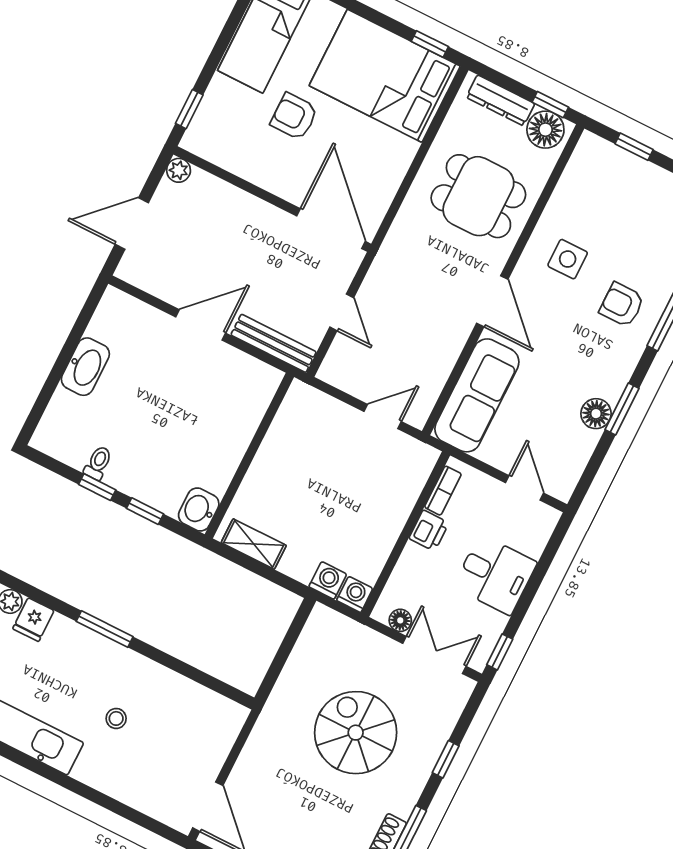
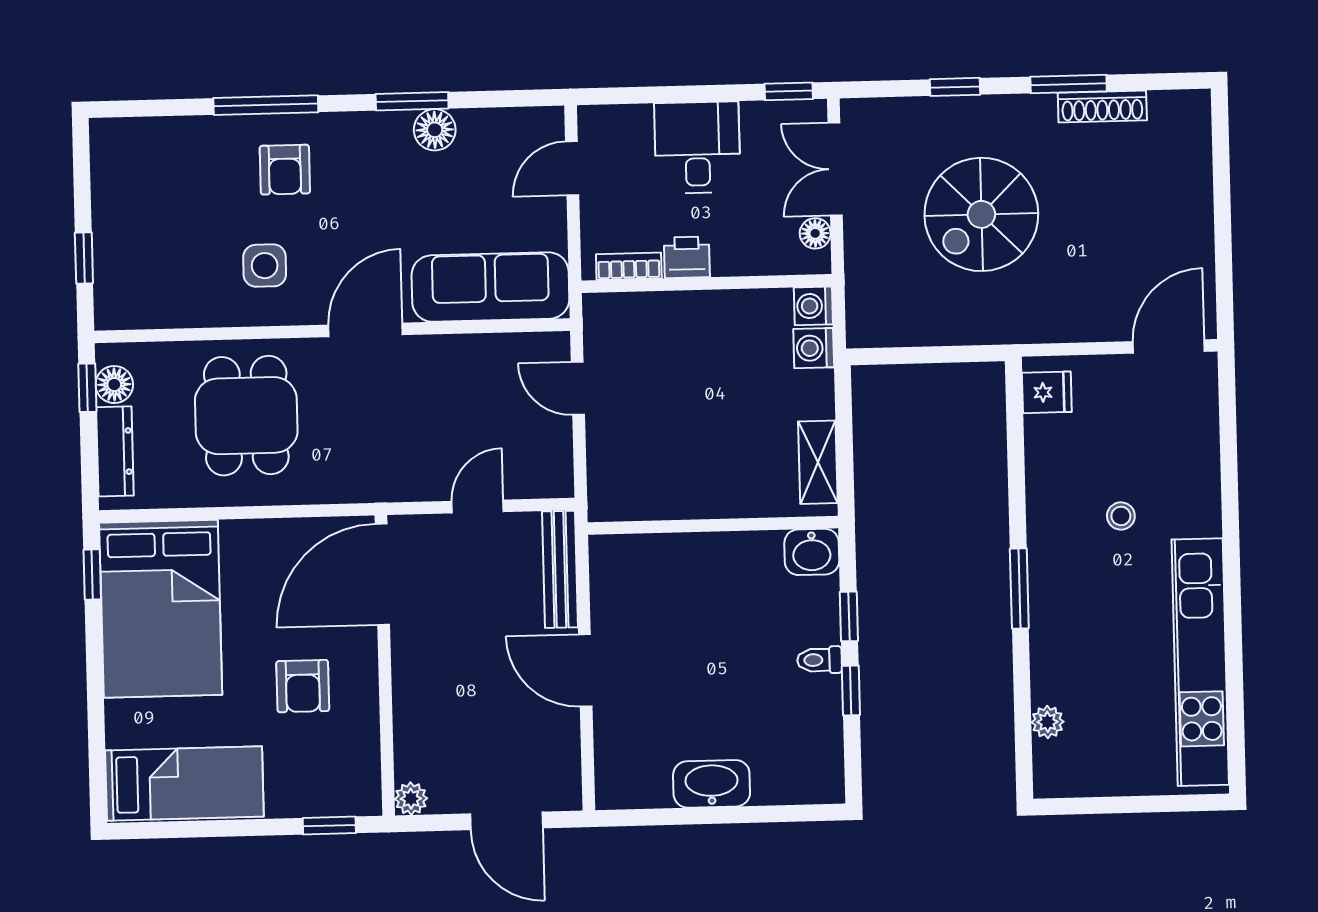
armchair: (294, 116) -> (303, 686), moved
floor lamp: (545, 130) -> (114, 385), width x0.73, depth x0.73
toilet: (98, 463) -> (820, 660), moved
fridge: (33, 620) -> (1047, 392), moved

